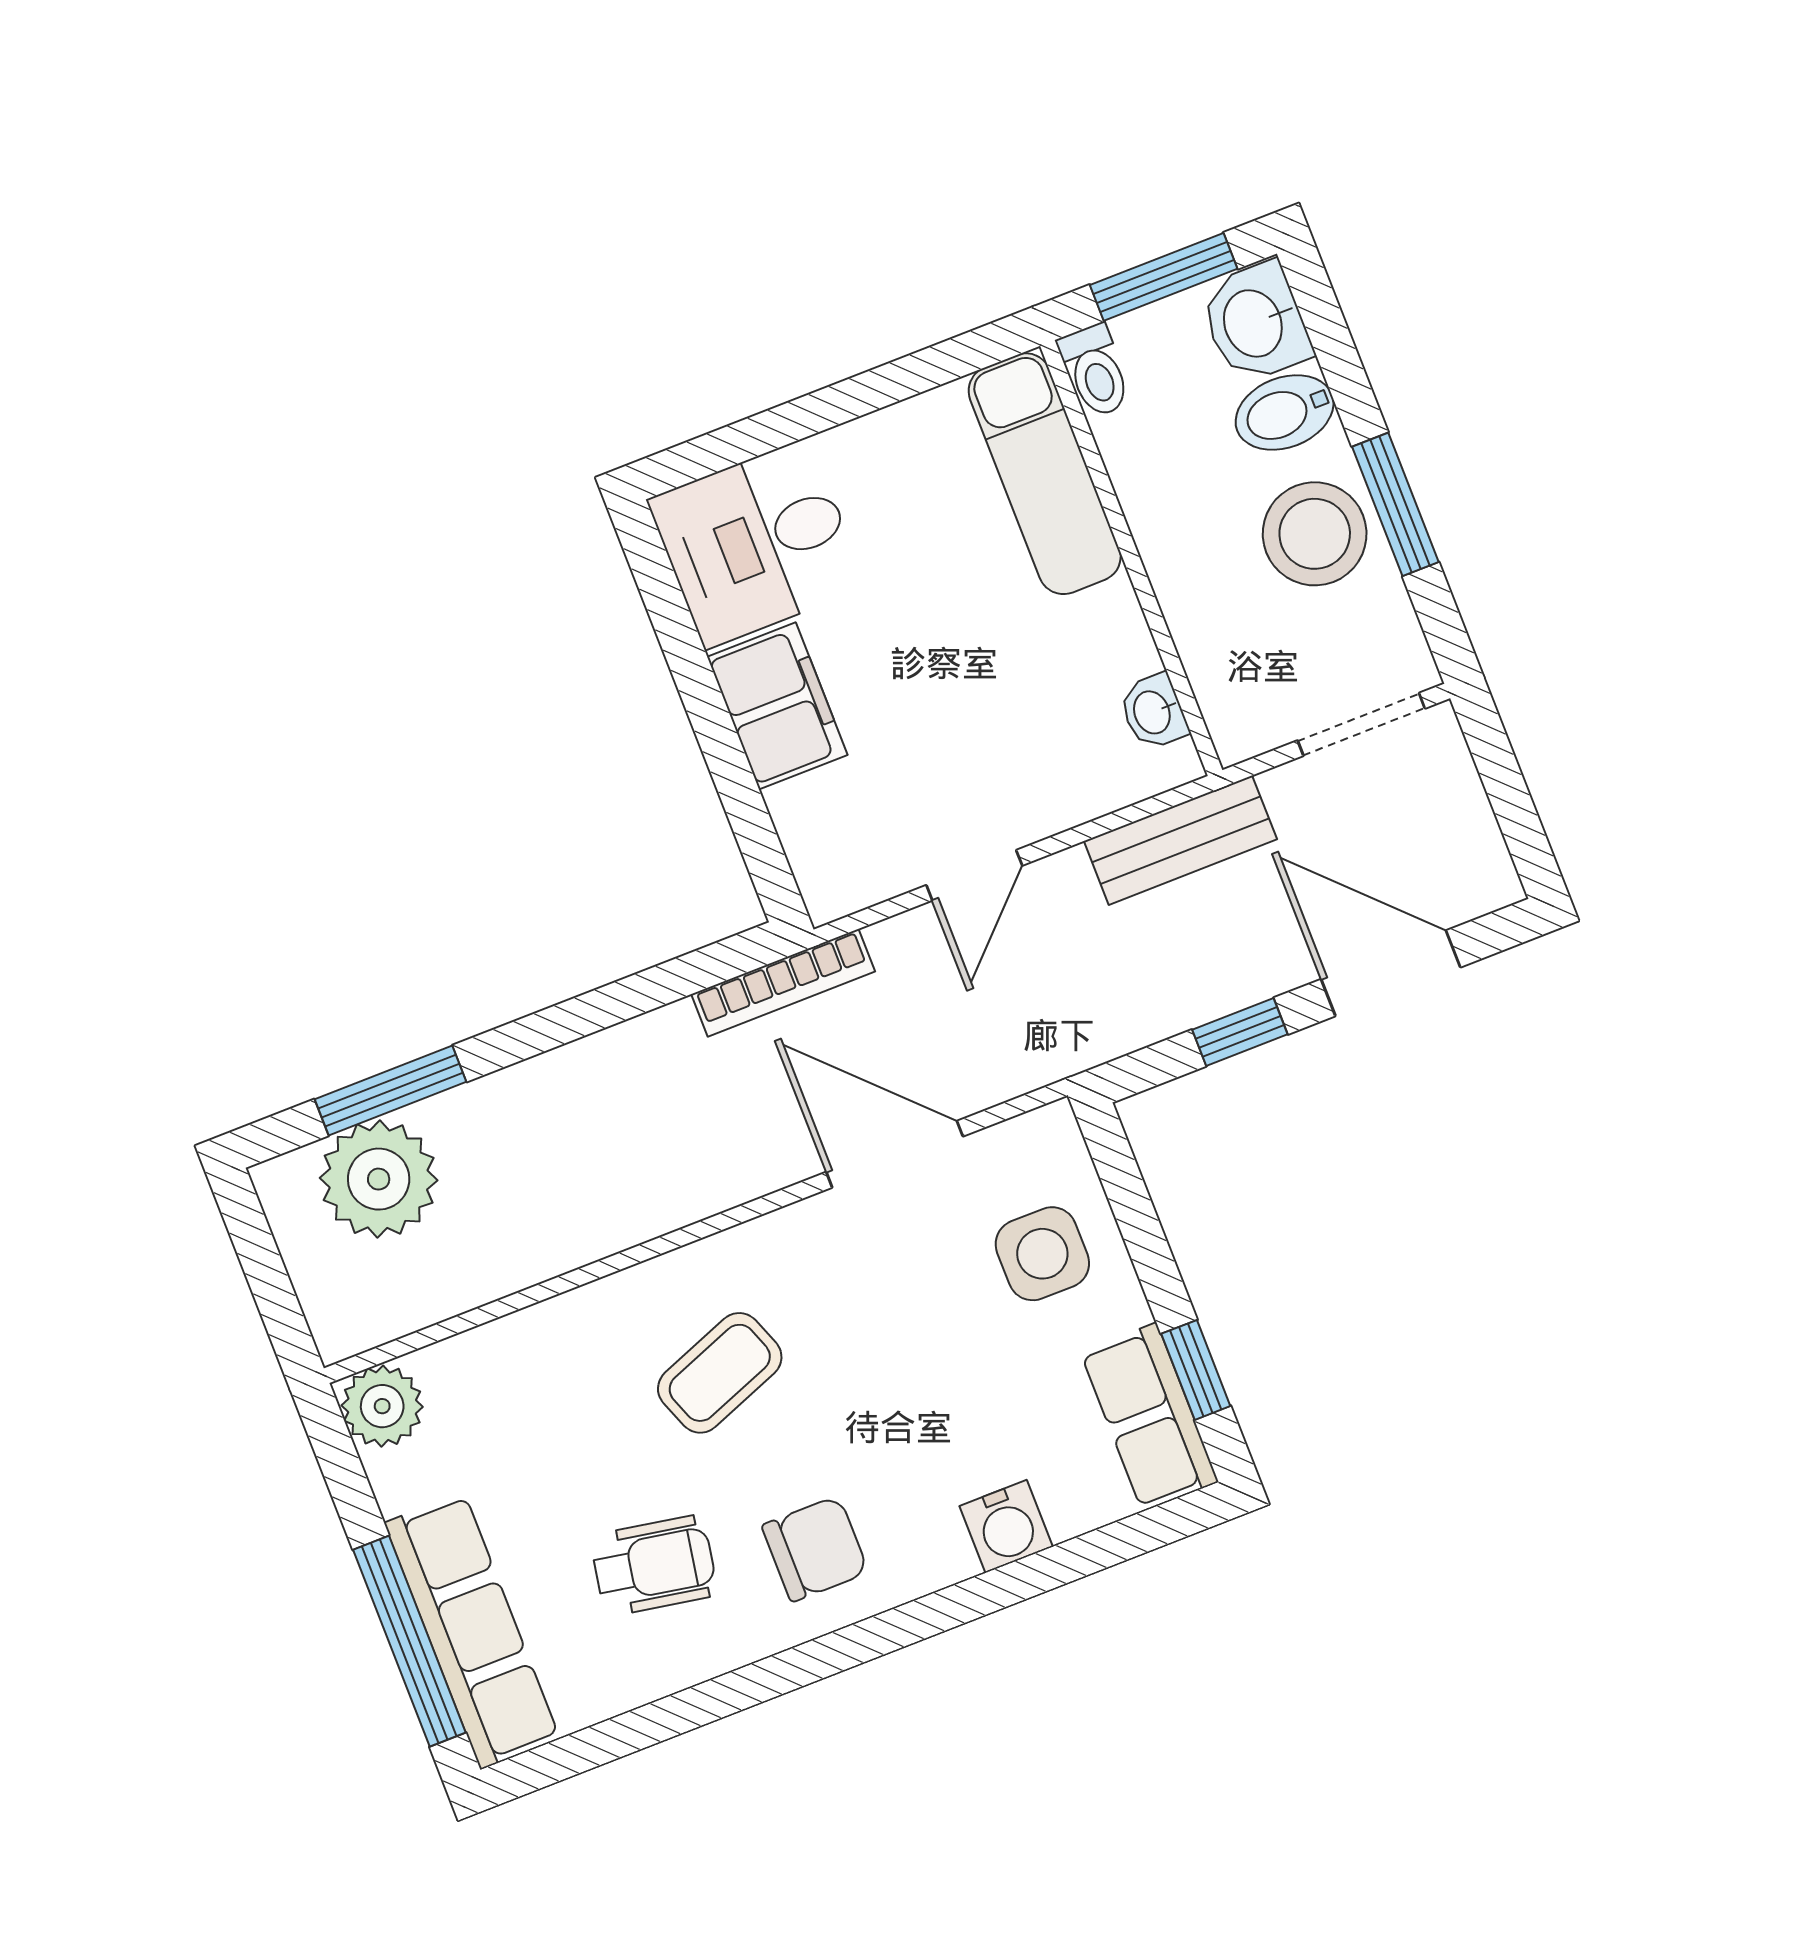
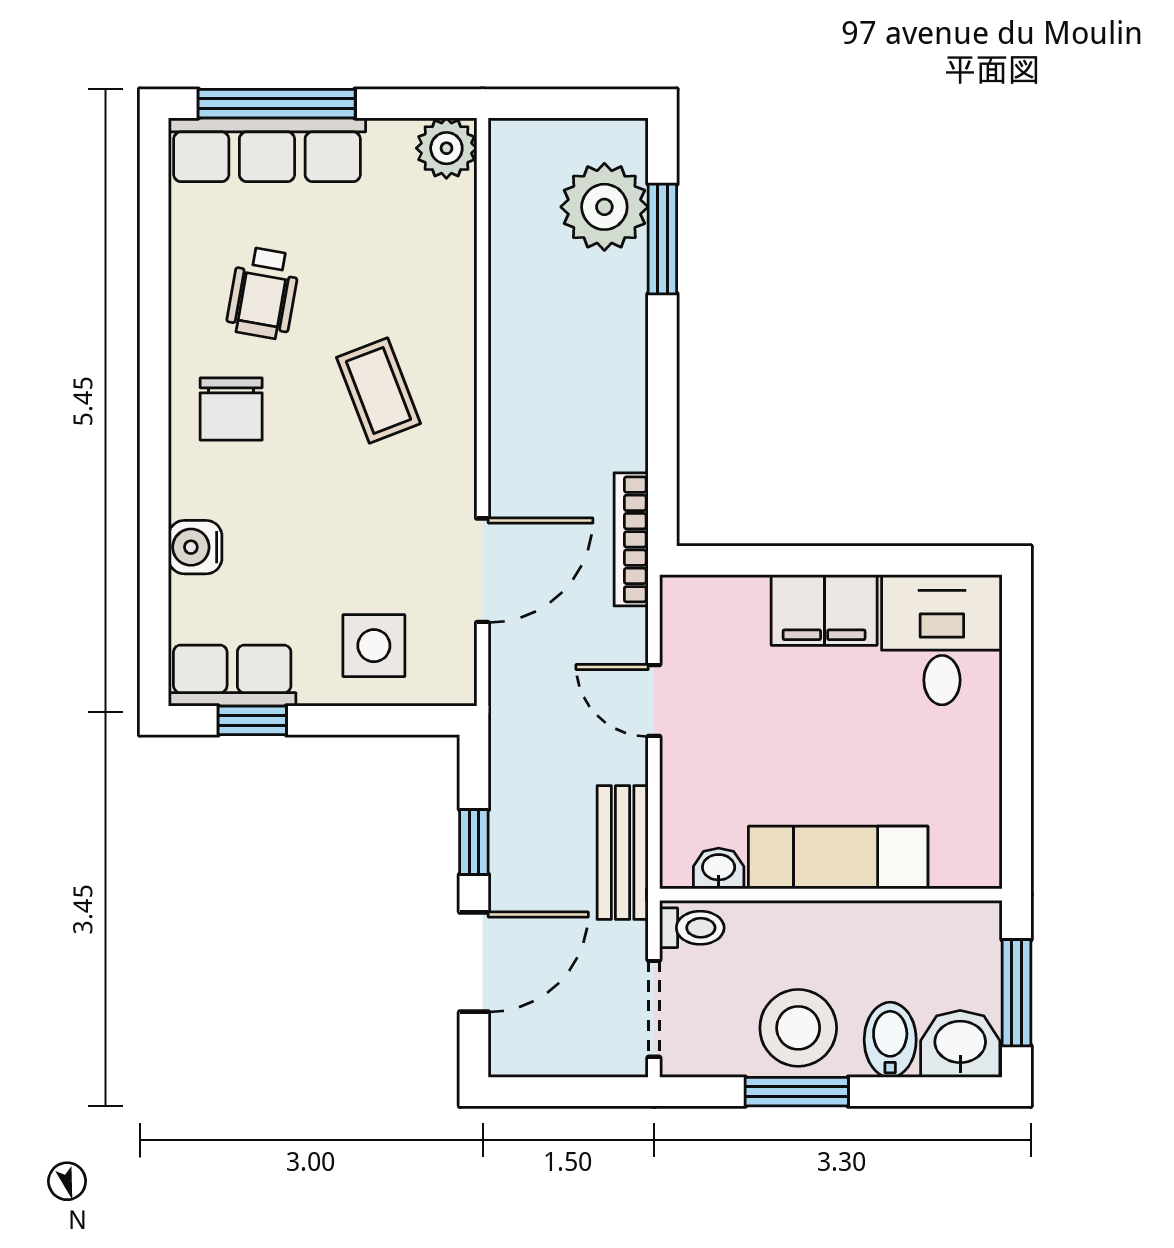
toilet: (1095, 371) -> (692, 928), moved, turned 180
exam couch: (1045, 474) -> (838, 857), moved

